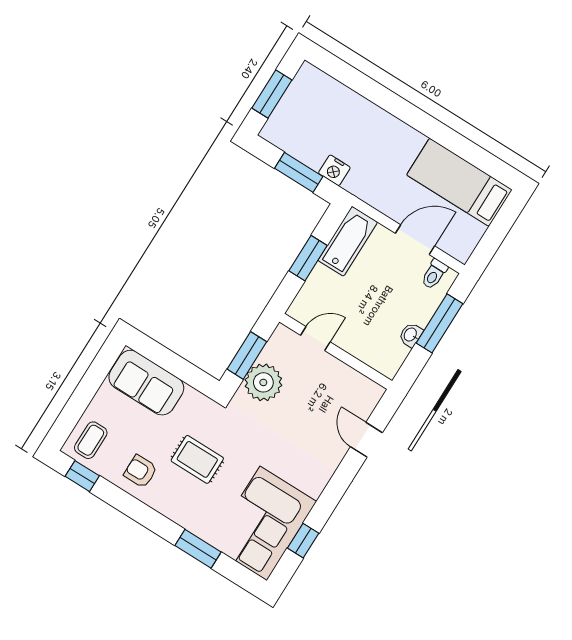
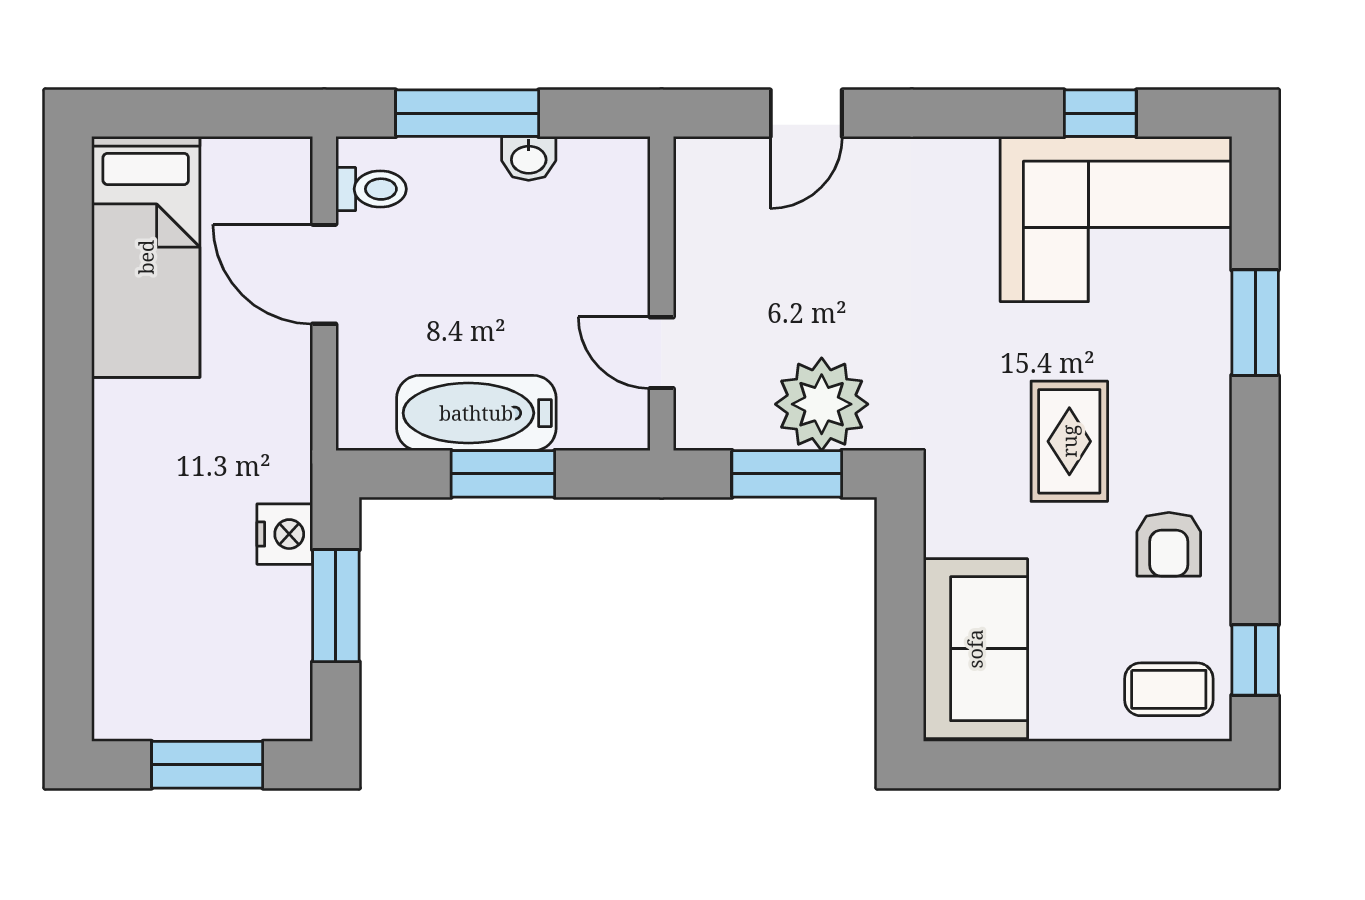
bathtub: (348, 241) -> (476, 413), moved

